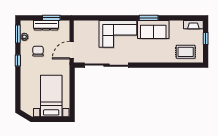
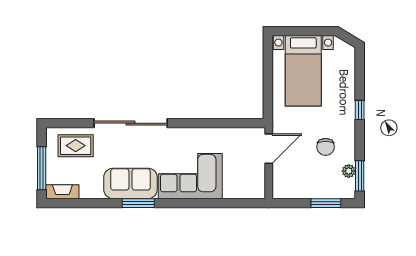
window: (51, 18) -> (326, 203), moved
dresser: (46, 25) -> (312, 191), removed
window: (206, 38) -> (42, 168), width x2.17
window: (18, 61) -> (360, 110), moved
sliding door: (106, 65) -> (131, 123), moved

